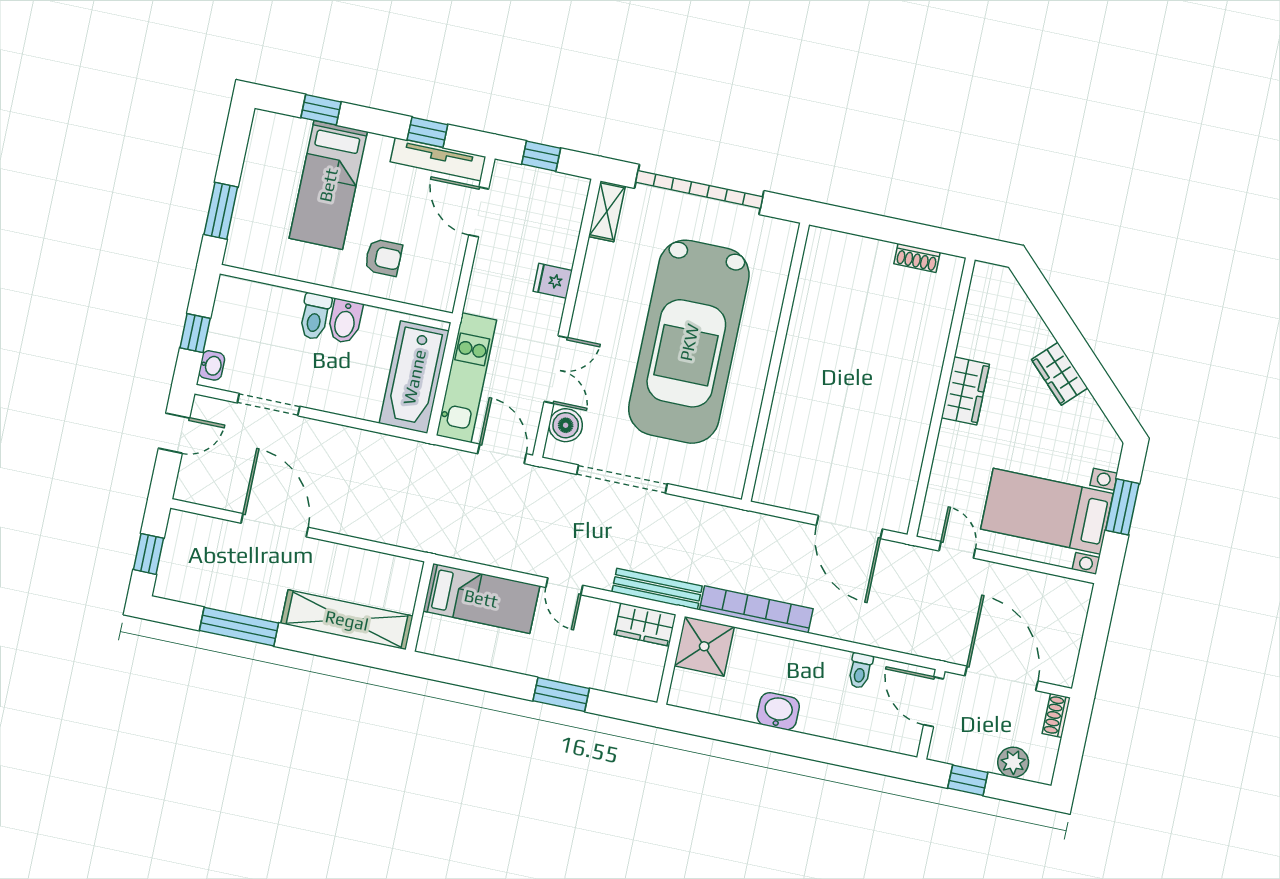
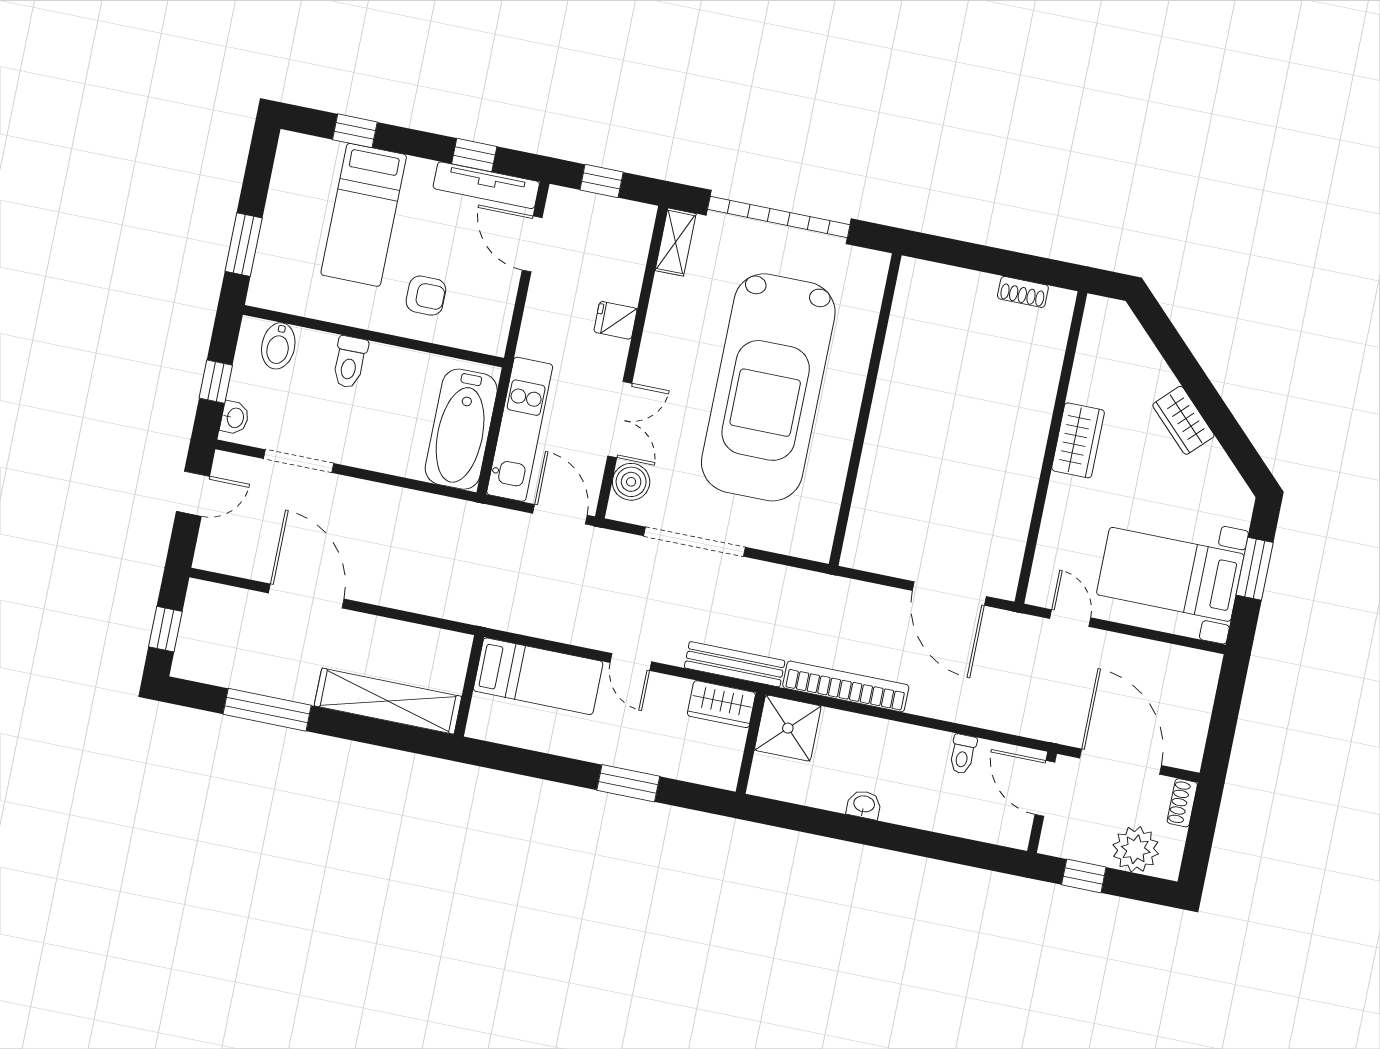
bidet: (345, 321) -> (278, 346), moved
washbasin: (778, 711) -> (864, 805), width x0.72, depth x0.69
plant: (1013, 762) -> (1136, 849), width x1.36, depth x1.36

